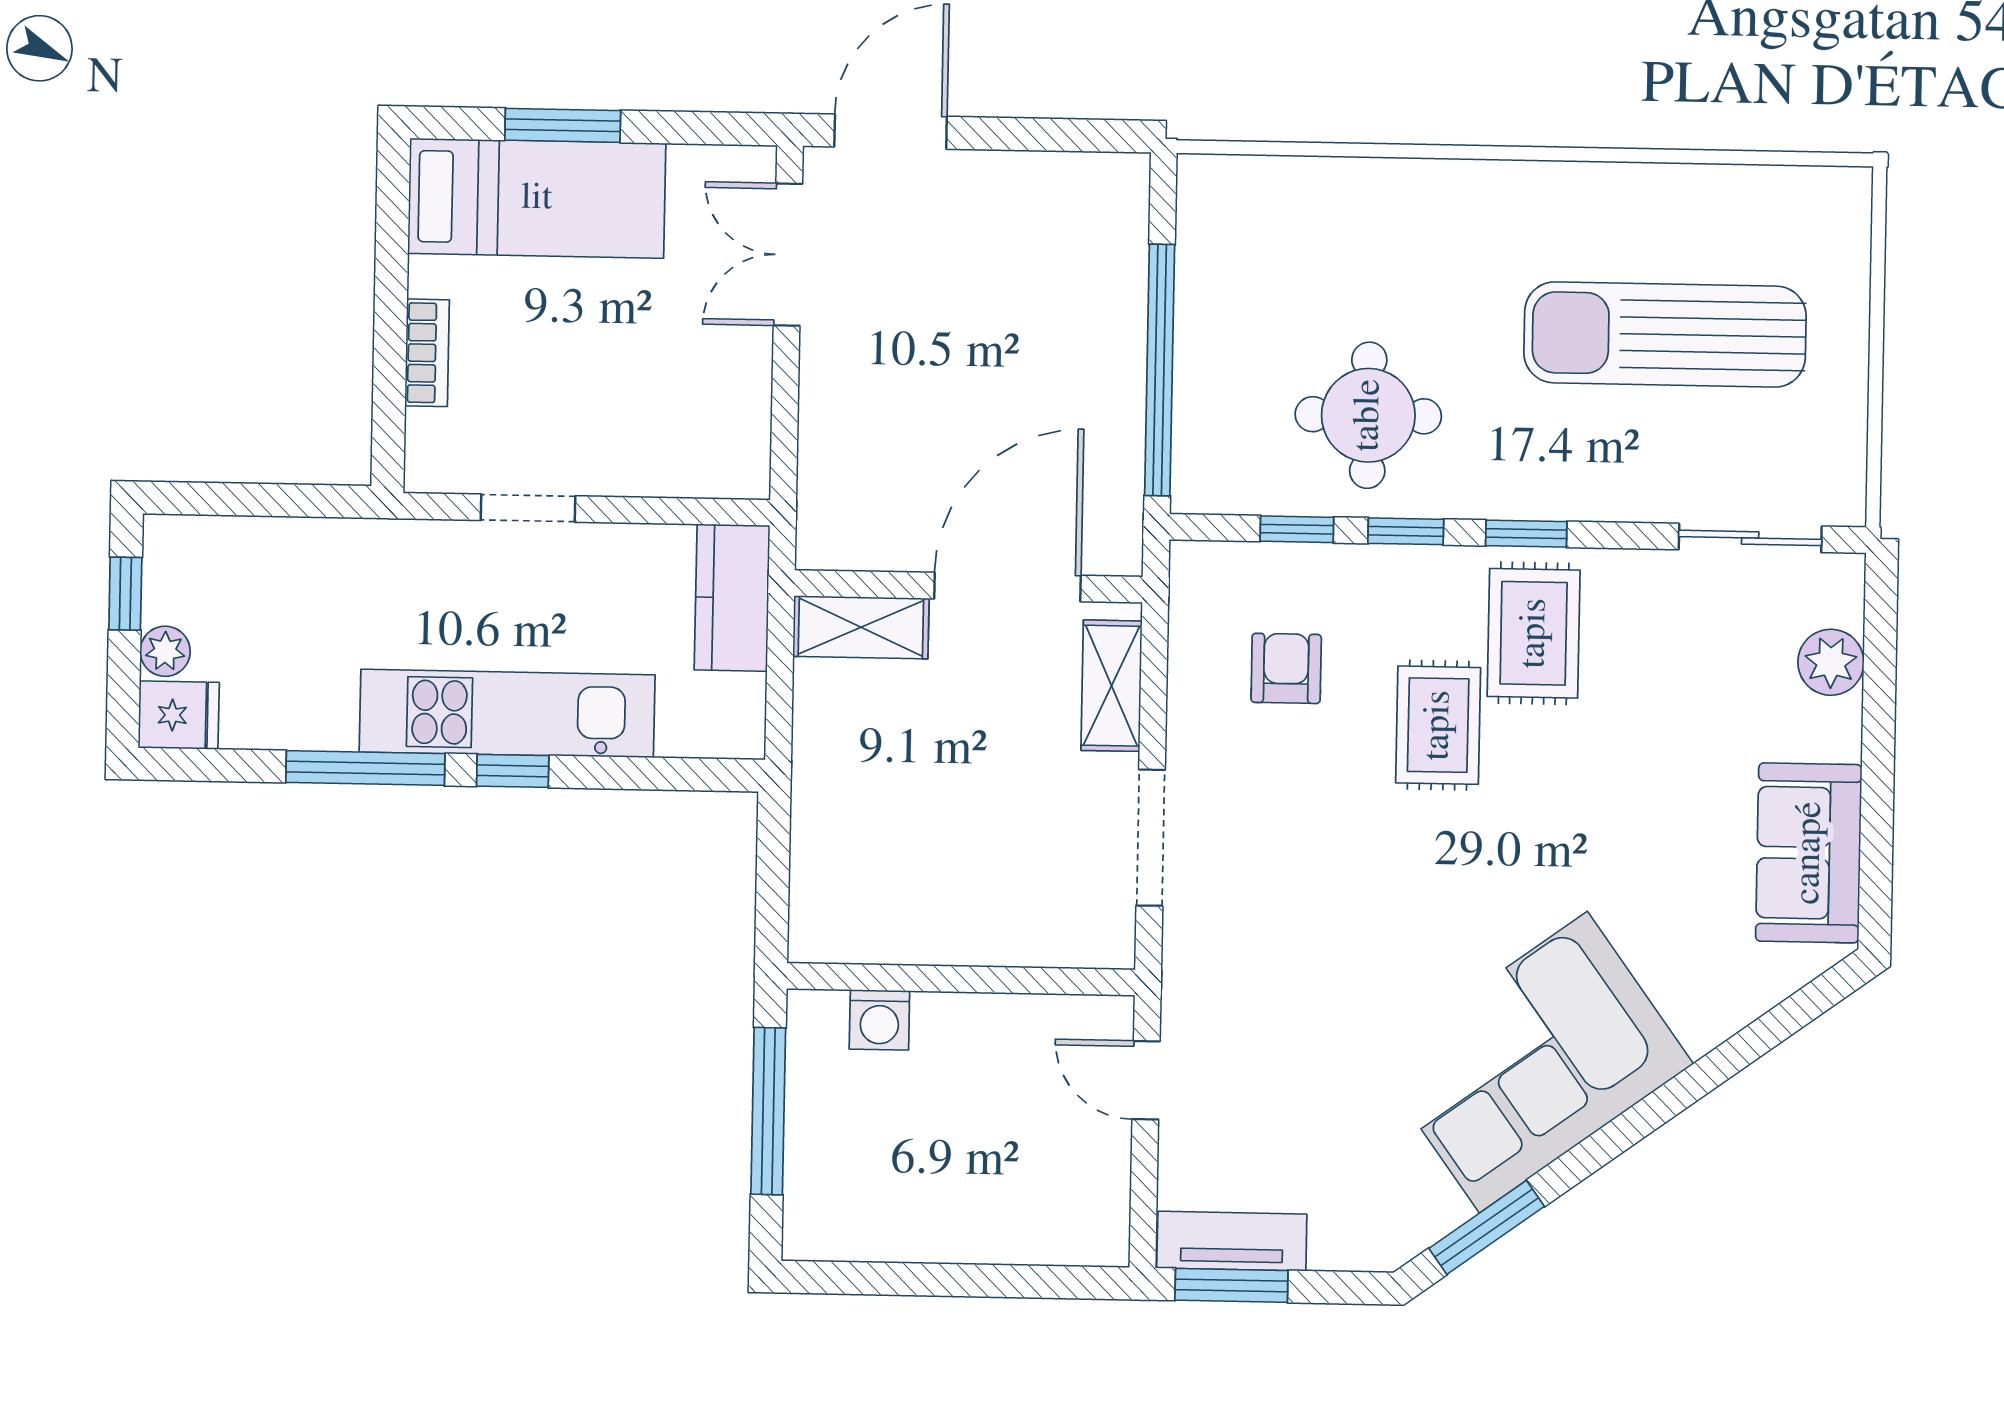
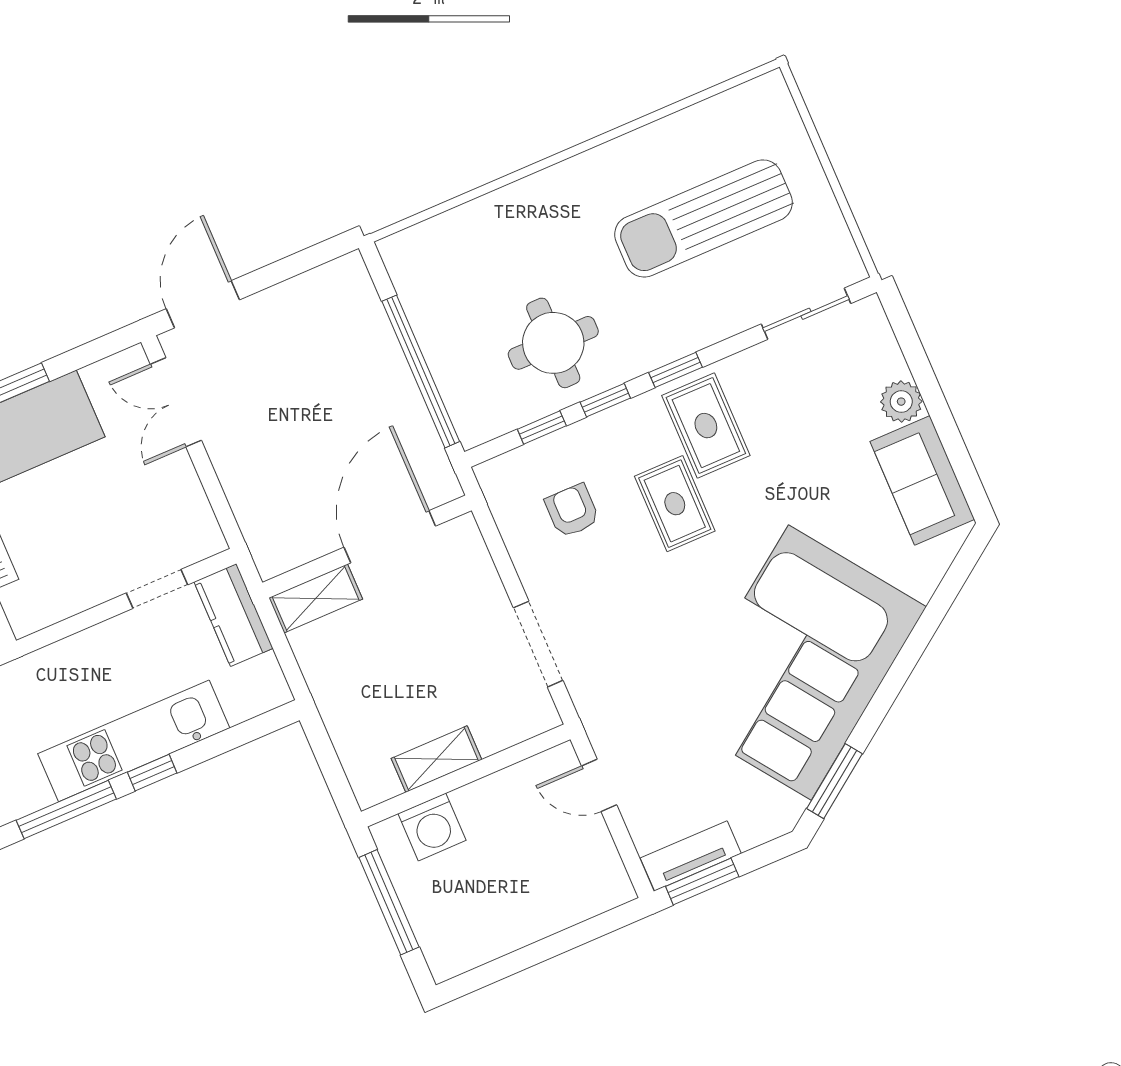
doorway: (528, 508) -> (157, 589), moved
plant: (1831, 662) -> (901, 402), moved
shelving: (1112, 686) -> (436, 759), moved, turned 90
washing machine: (879, 1020) -> (432, 827), width x1.38, depth x1.38
corner sofa: (1533, 1062) -> (800, 663), width x1.36, depth x1.36

